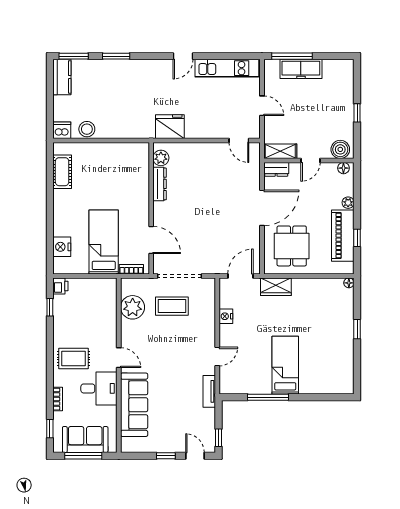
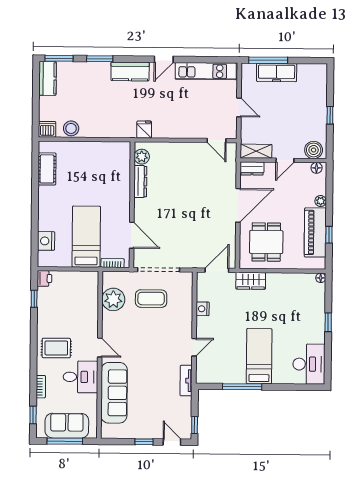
kitchen counter: (148, 69) -> (130, 71), added
fridge: (170, 127) -> (144, 130), width x0.53, depth x0.75
desk: (337, 373) -> (309, 364), added

